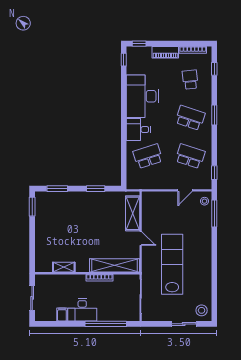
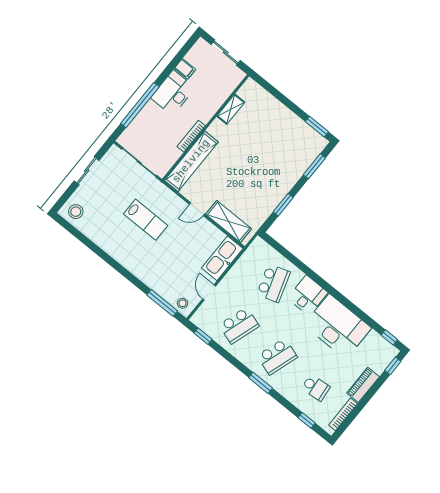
kitchen sink: (158, 199) -> (222, 258), added
lab bench: (172, 264) -> (146, 220), width x0.54, depth x0.72
sliding door: (184, 324) -> (87, 171), moved

